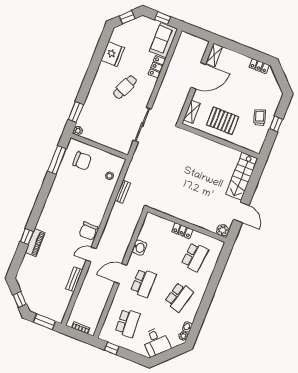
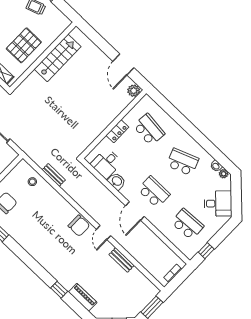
stairs: (242, 176) -> (58, 58), moved, turned -90
door: (241, 212) -> (123, 64), swing flipped
desk: (151, 232) -> (106, 163), added
piano: (35, 243) -> (83, 297), moved
school desk: (179, 297) -> (183, 162), turned -36

